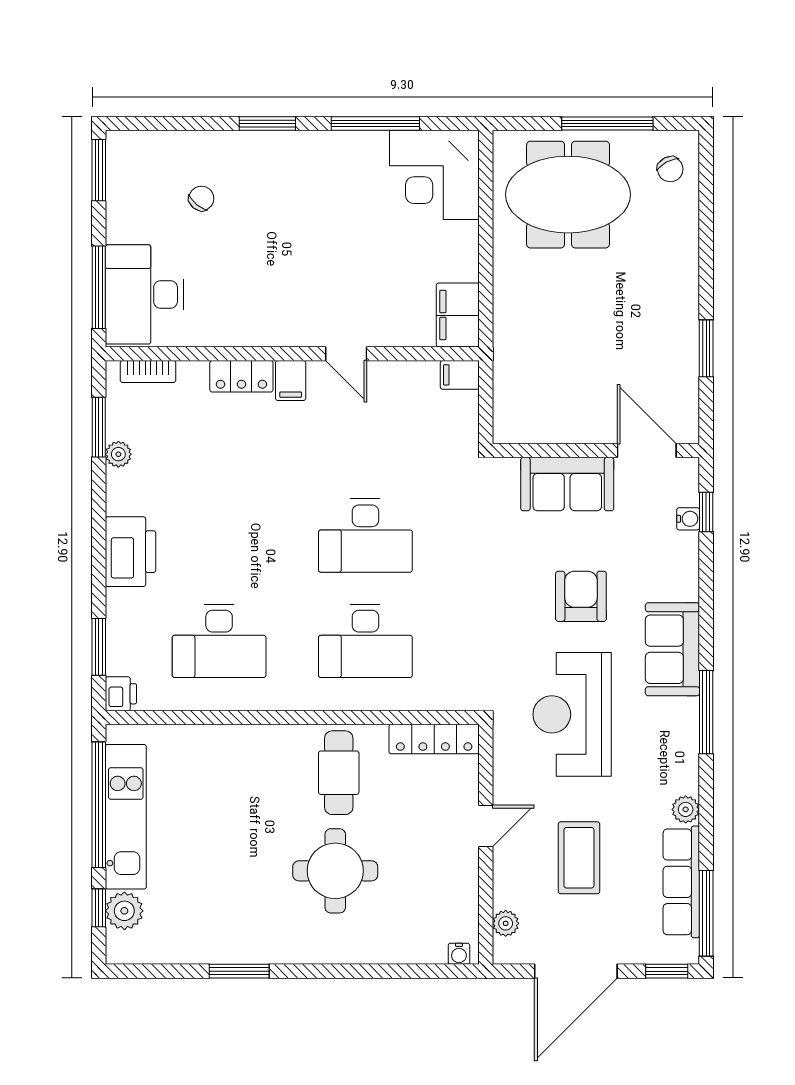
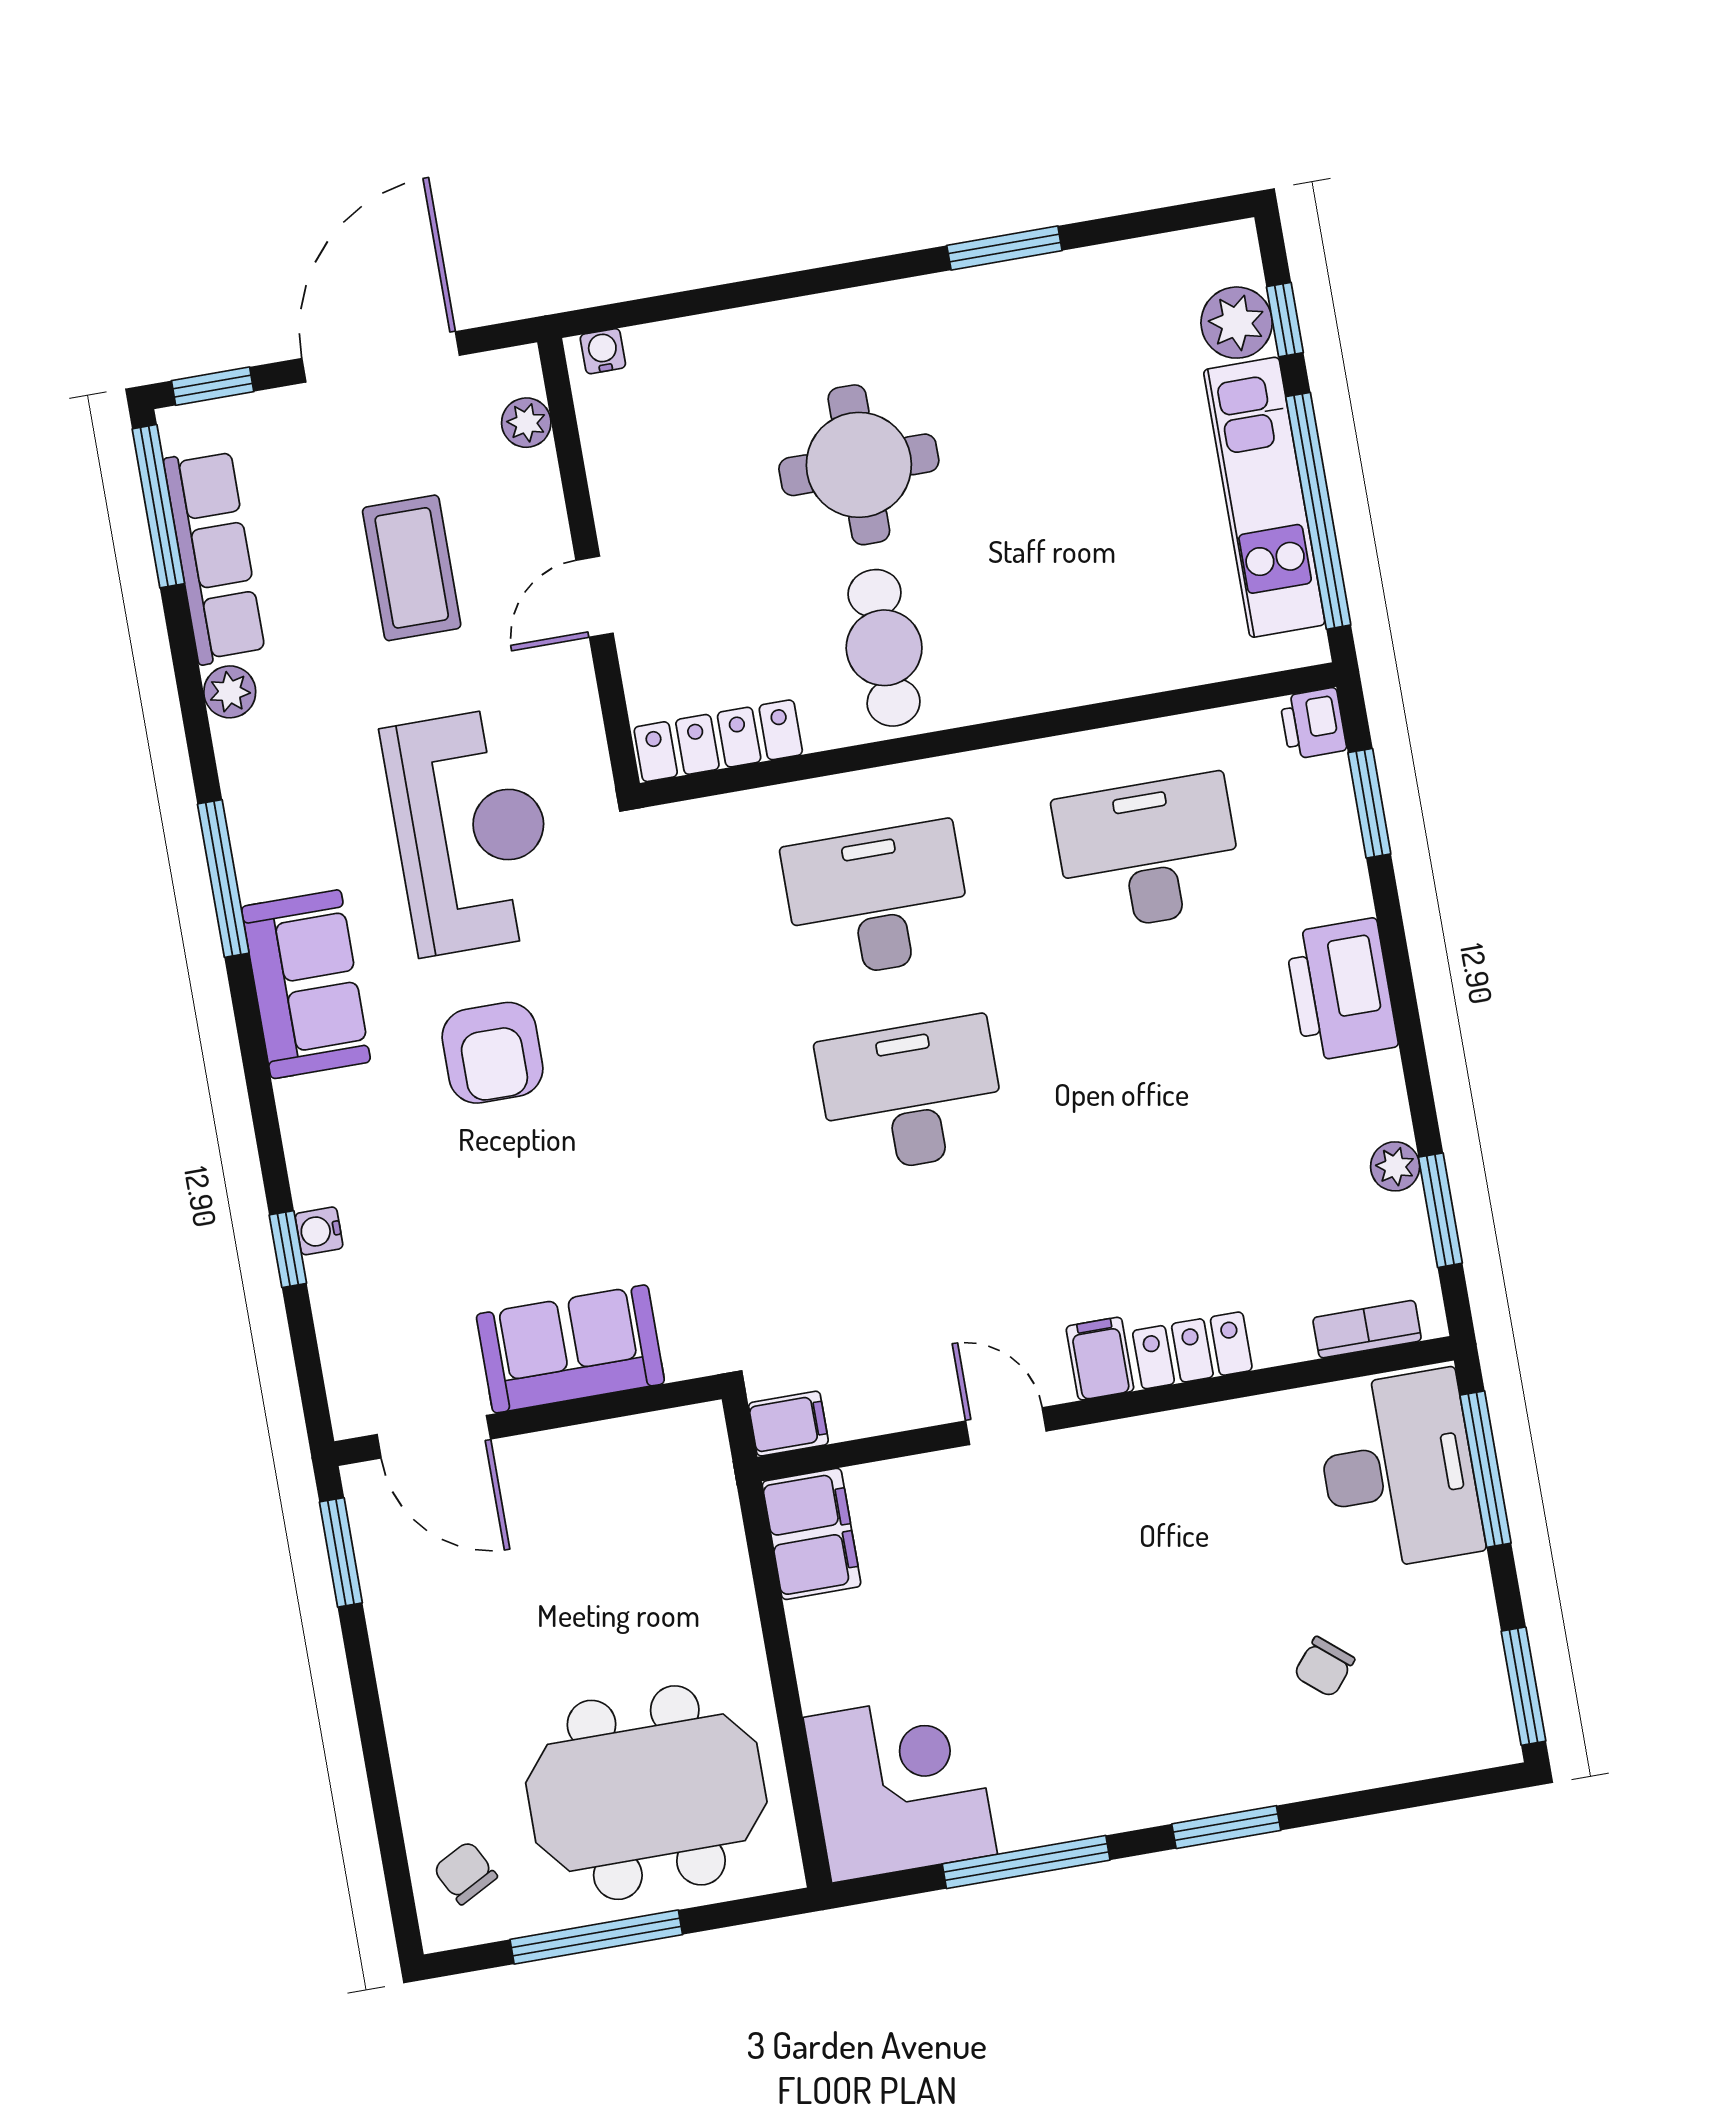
wall: (596, 451) -> (528, 1420), moved
door: (647, 451) -> (434, 1437), moved
sofa: (567, 484) -> (570, 1349), moved

